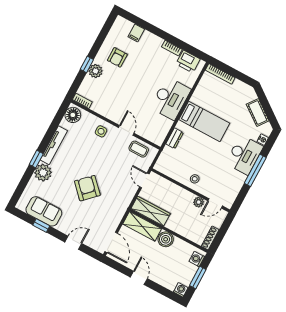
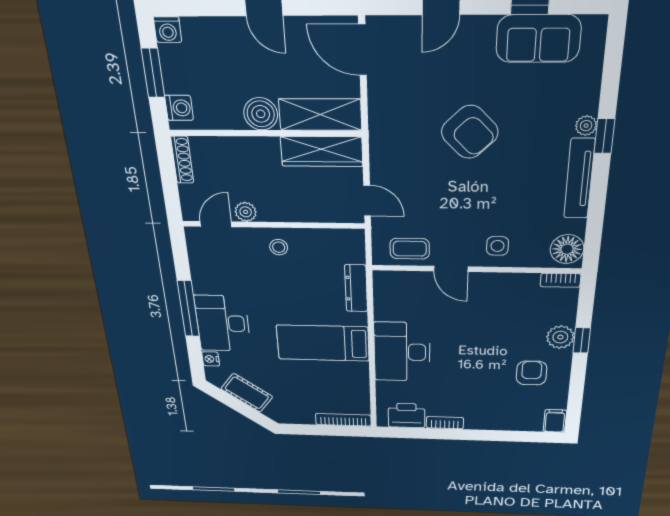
filing cabinet: (136, 33) -> (555, 421), moved
dresser: (175, 138) -> (356, 288), width x1.44
plant: (43, 173) -> (586, 126), width x0.53, depth x0.53

